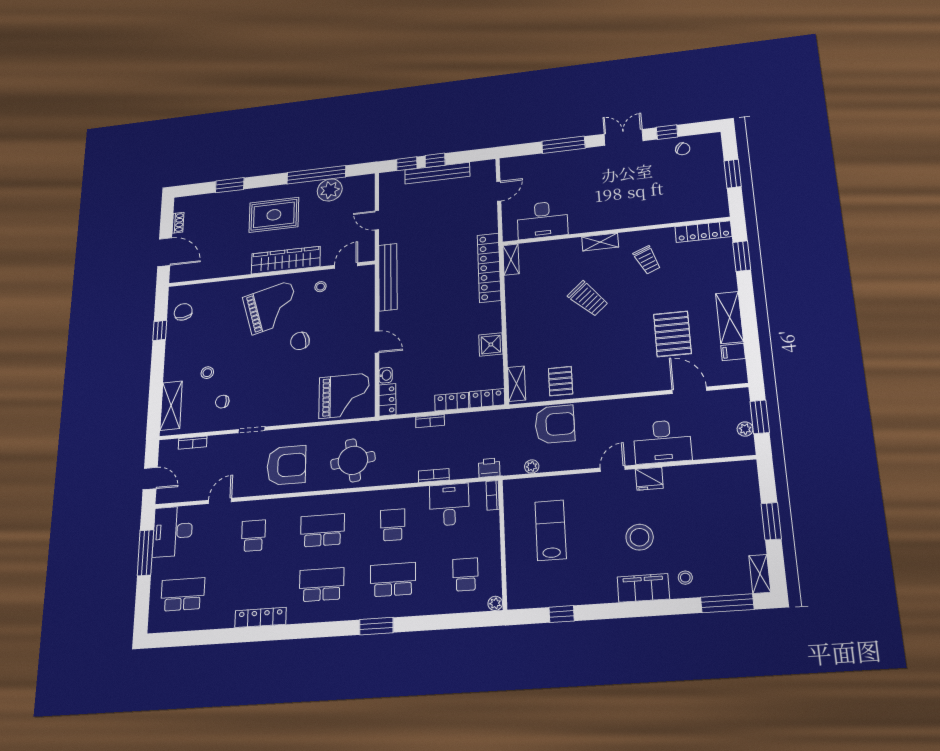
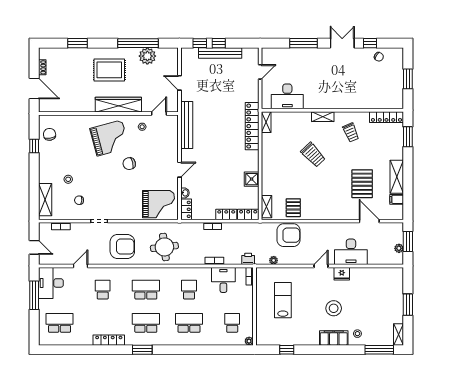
door: (377, 342) -> (179, 170), hinge flipped
window: (376, 626) -> (142, 350), moved

